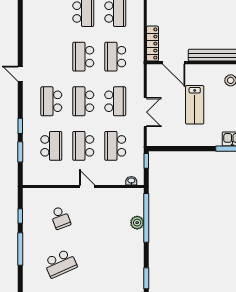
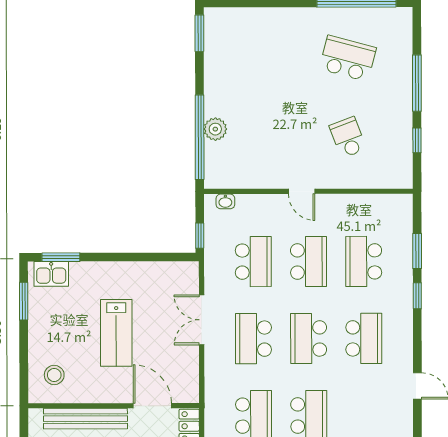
school desk: (83, 101) -> (309, 338), turned 180
lab bench: (195, 105) -> (116, 333), turned 180
school desk: (60, 264) -> (348, 58), turned 39

